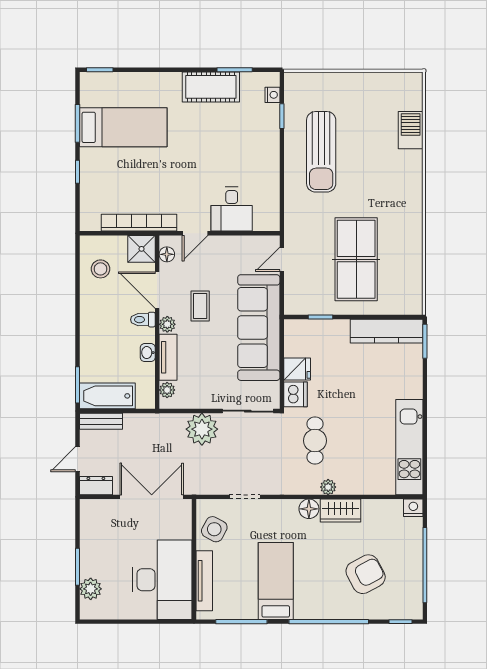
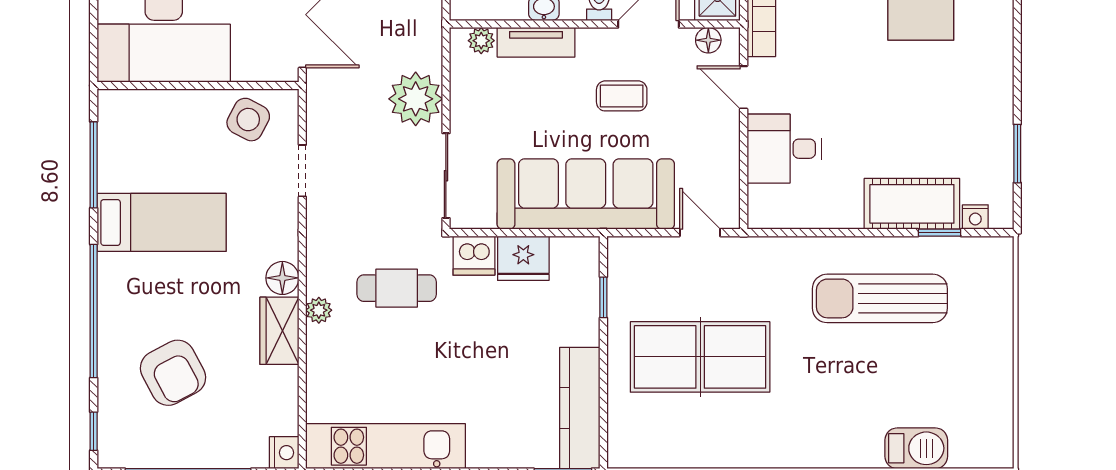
cot: (211, 87) -> (912, 204), moved, turned 90
plant: (167, 324) -> (591, 41), removed
fridge: (297, 369) -> (523, 258), width x1.38
tv unit: (204, 581) -> (162, 103), removed

